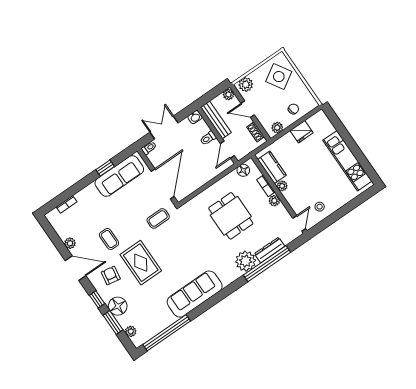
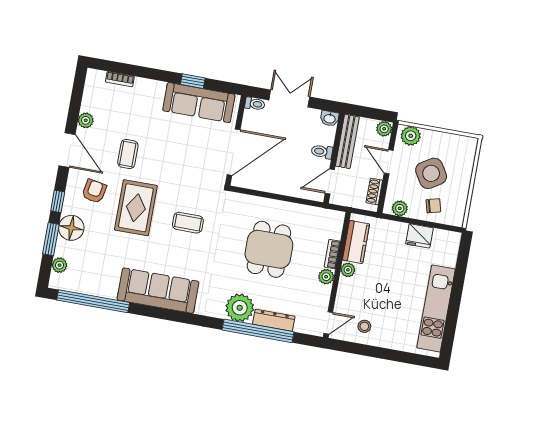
side table: (279, 77) -> (431, 173), moved
floor lamp: (243, 170) -> (325, 217), removed
coffee table: (158, 218) -> (188, 223), moved

